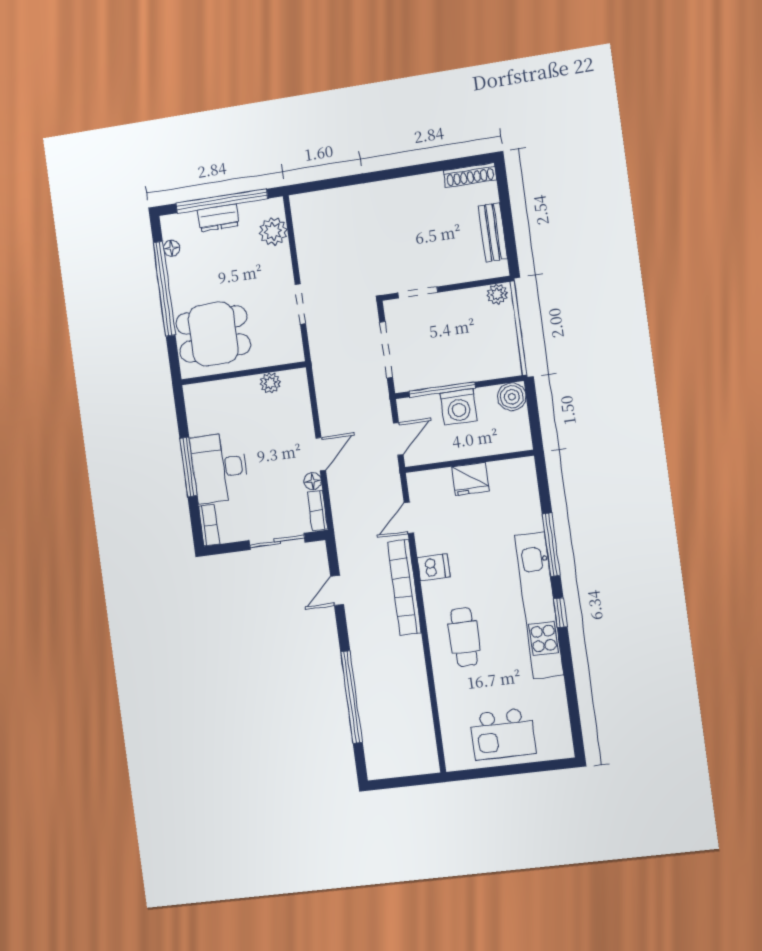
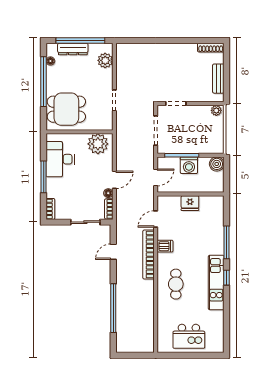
dresser: (218, 218) -> (73, 49), width x1.44
plant: (270, 383) -> (98, 144), width x1.87, depth x1.87
desk: (219, 468) -> (60, 159), moved
kitchen unit: (539, 605) -> (216, 282), width x0.73

